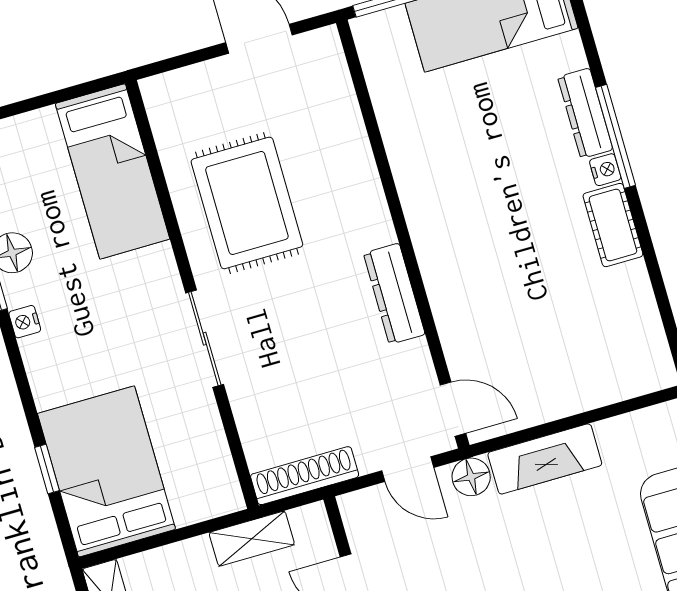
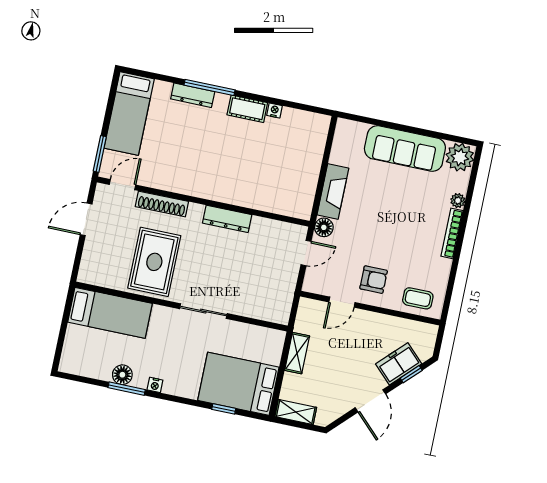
nightstand: (605, 170) -> (275, 111), moved
rug: (247, 203) -> (154, 262), turned 90
door: (453, 409) -> (123, 185), moved
shoe rack: (305, 476) -> (162, 204), moved, turned -90
shelving: (252, 539) -> (297, 353), moved

